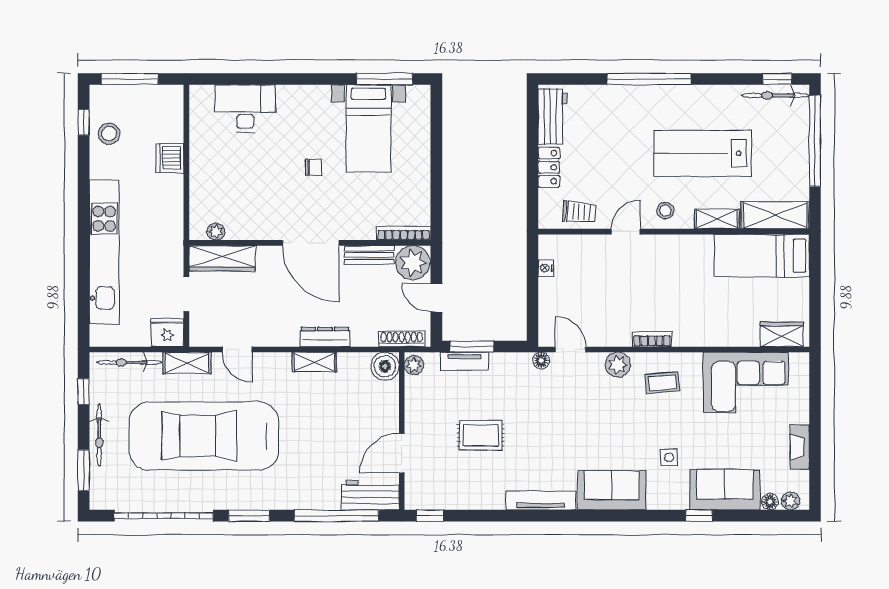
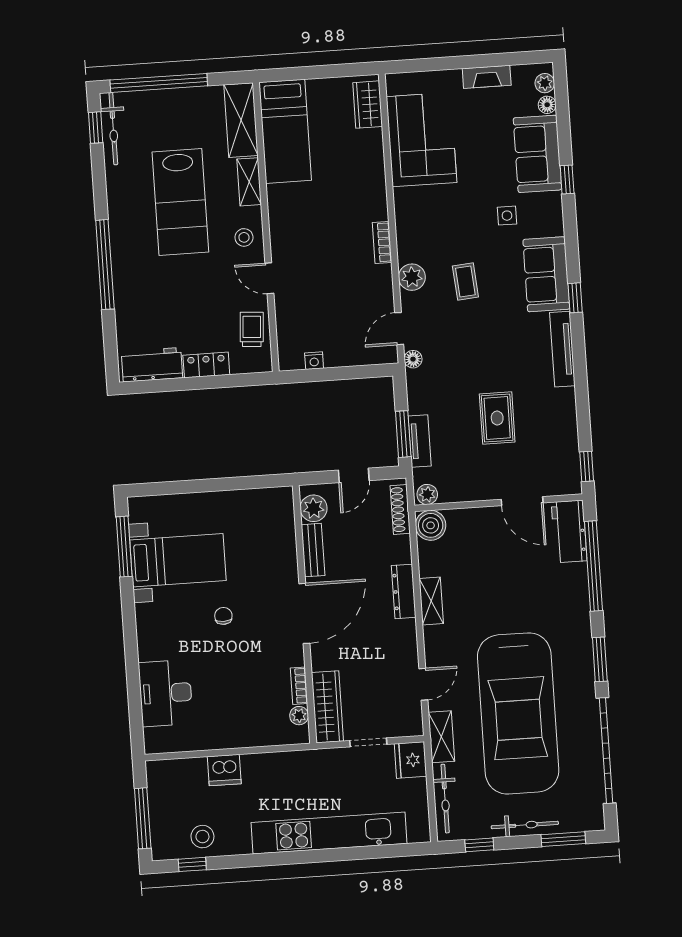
bookcase: (404, 233) -> (299, 686), moved, width x0.64
plant: (413, 263) -> (314, 508), width x0.73, depth x0.73
coffee table: (662, 383) -> (465, 281), moved
window: (588, 516) -> (575, 298), added

